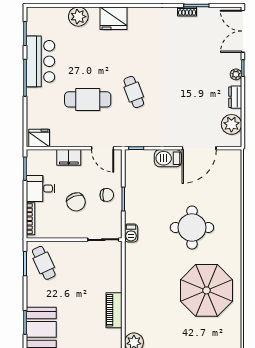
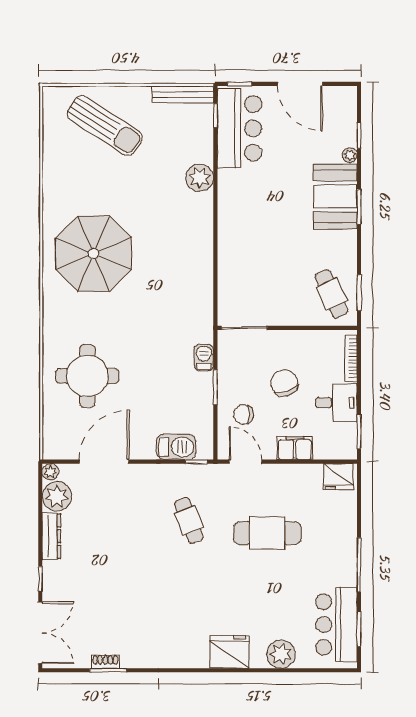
shoe rack: (187, 11) -> (105, 662), moved
bar counter: (40, 61) -> (336, 625), moved
plant: (236, 74) -> (50, 472), moved
cafe table: (134, 92) -> (189, 520), moved
dresser: (235, 97) -> (51, 536), width x1.44
barbecue: (168, 158) -> (176, 447), moved
chair: (107, 195) -> (243, 415), moved
round table: (192, 227) -> (87, 376), moved
barbecue: (131, 233) -> (204, 358), moved
piano: (114, 310) -> (229, 225), removed

